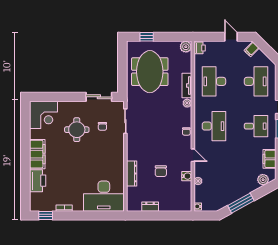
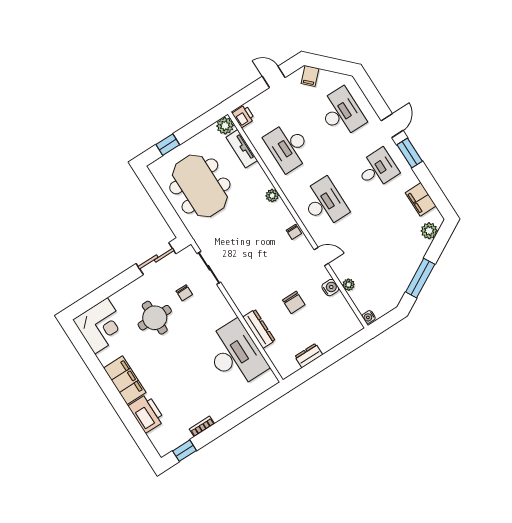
tv unit: (187, 85) -> (242, 149), moved
desk: (104, 196) -> (235, 355), moved, turned -90

